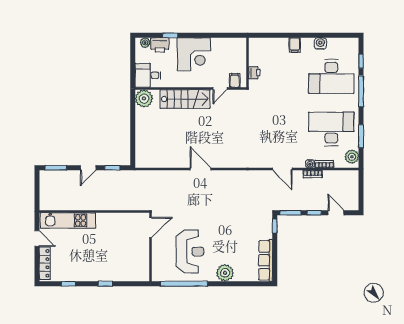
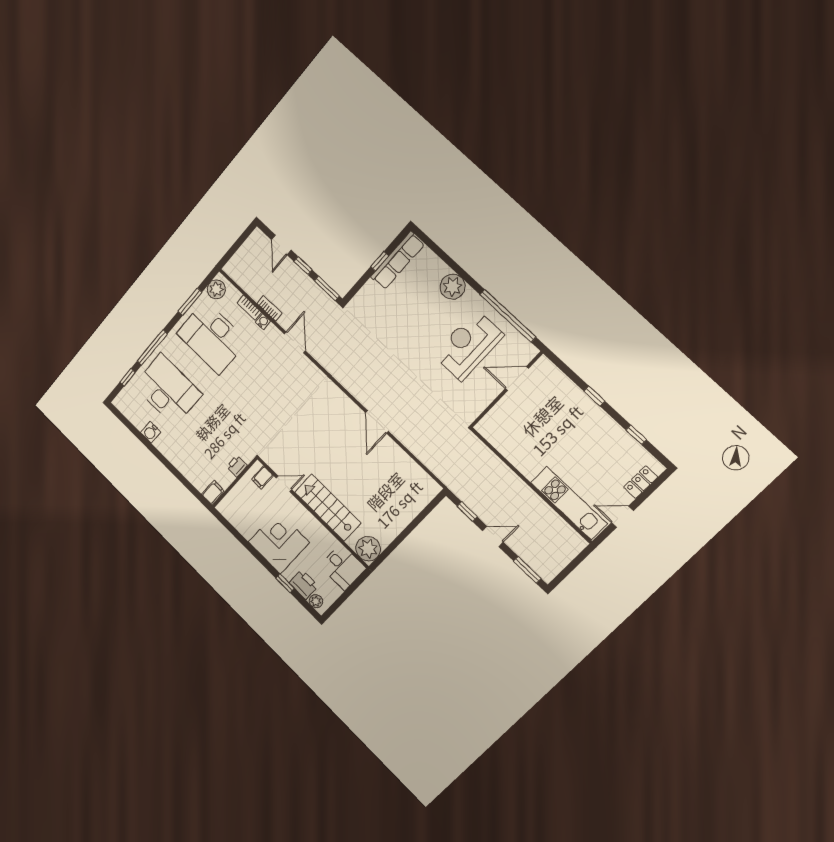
filing cabinet: (295, 45) -> (213, 493), moved
window: (275, 226) -> (380, 261), moved
door: (151, 227) -> (517, 379), moved
door: (37, 238) -> (622, 517), hinge flipped
locker: (45, 263) -> (641, 482), width x0.66

